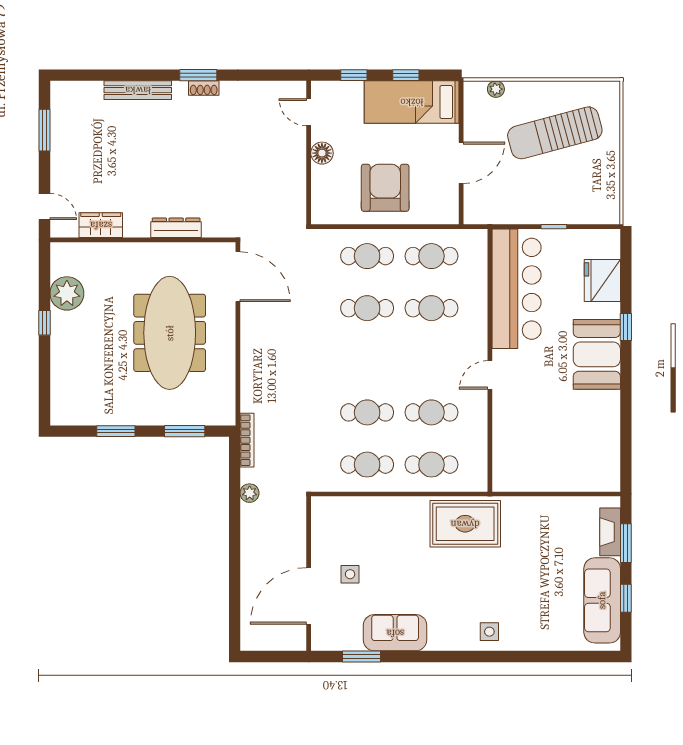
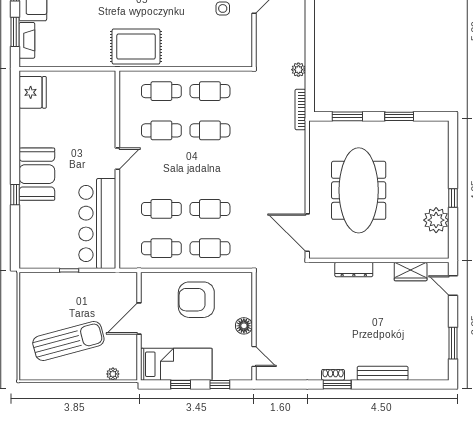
armchair: (385, 188) -> (196, 300), turned 90
fridge: (602, 280) -> (33, 92), moved

